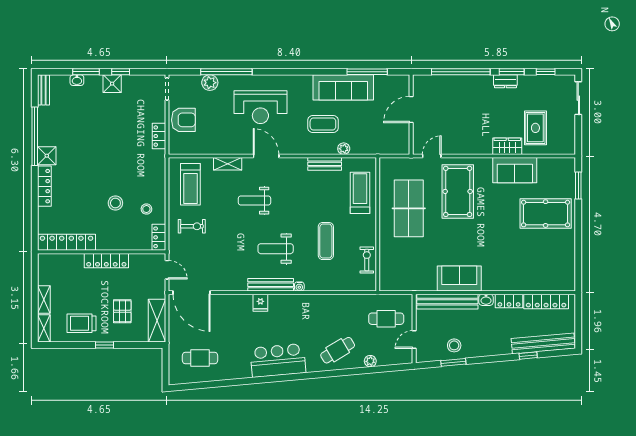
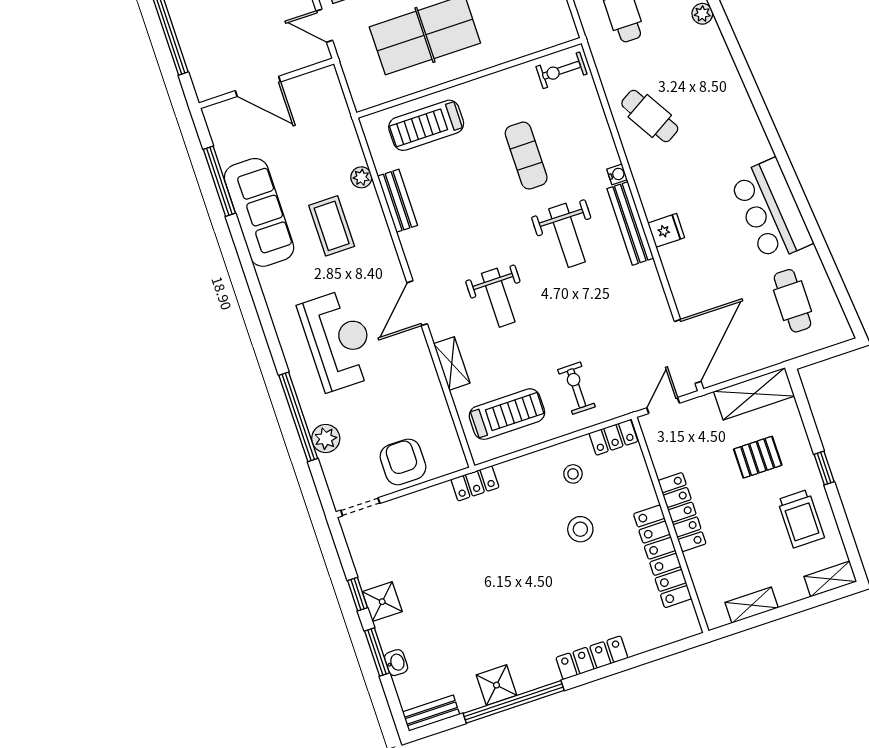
locker: (159, 136) -> (475, 483), moved
shower: (47, 156) -> (496, 685), moved
exercise mat: (326, 241) -> (526, 156), turned 90
locker: (67, 242) -> (663, 556), moved
exercise bike: (367, 260) -> (561, 70), moved
shelving: (44, 299) -> (752, 605), moved
cafe table: (338, 350) -> (650, 116), moved
bar counter: (278, 360) -> (771, 210), moved

